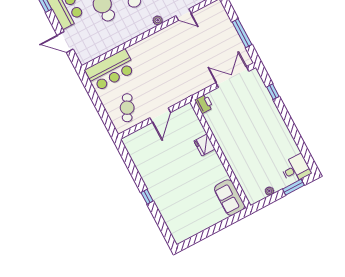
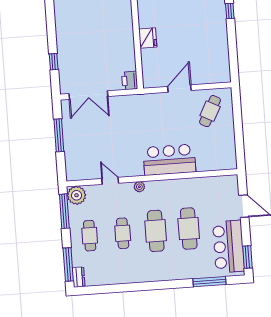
bar counter: (111, 70) -> (169, 160), moved

